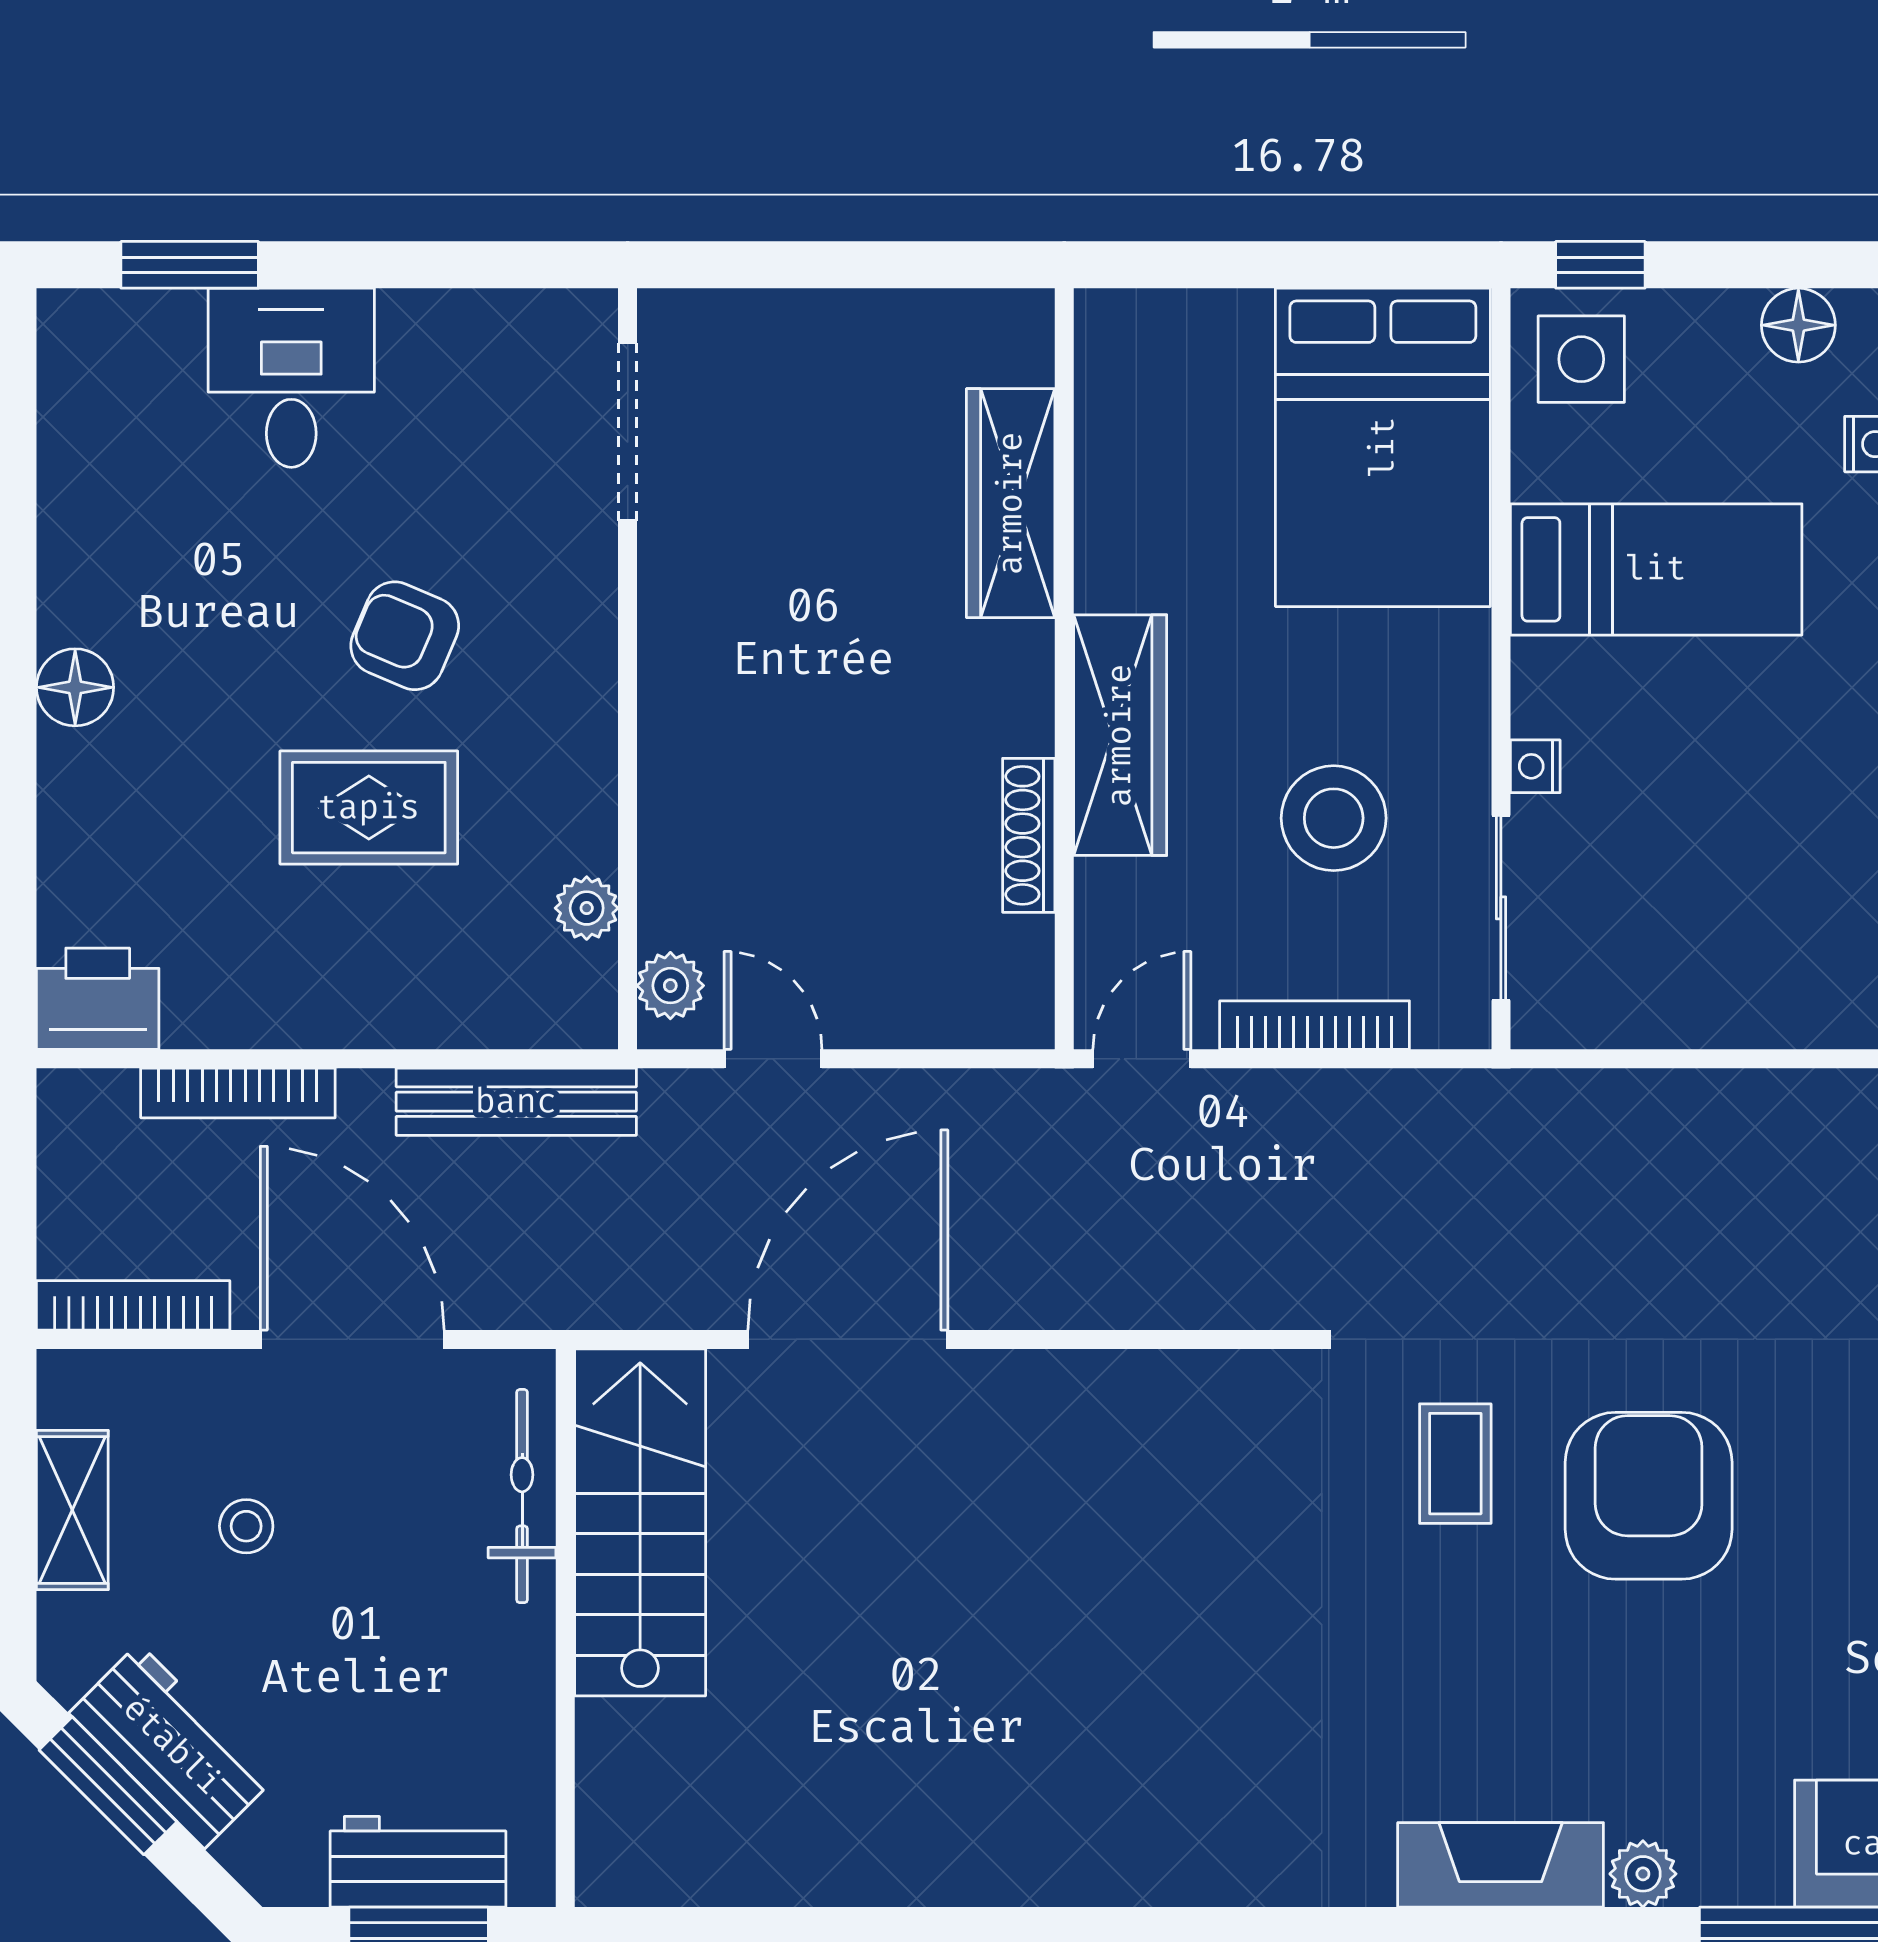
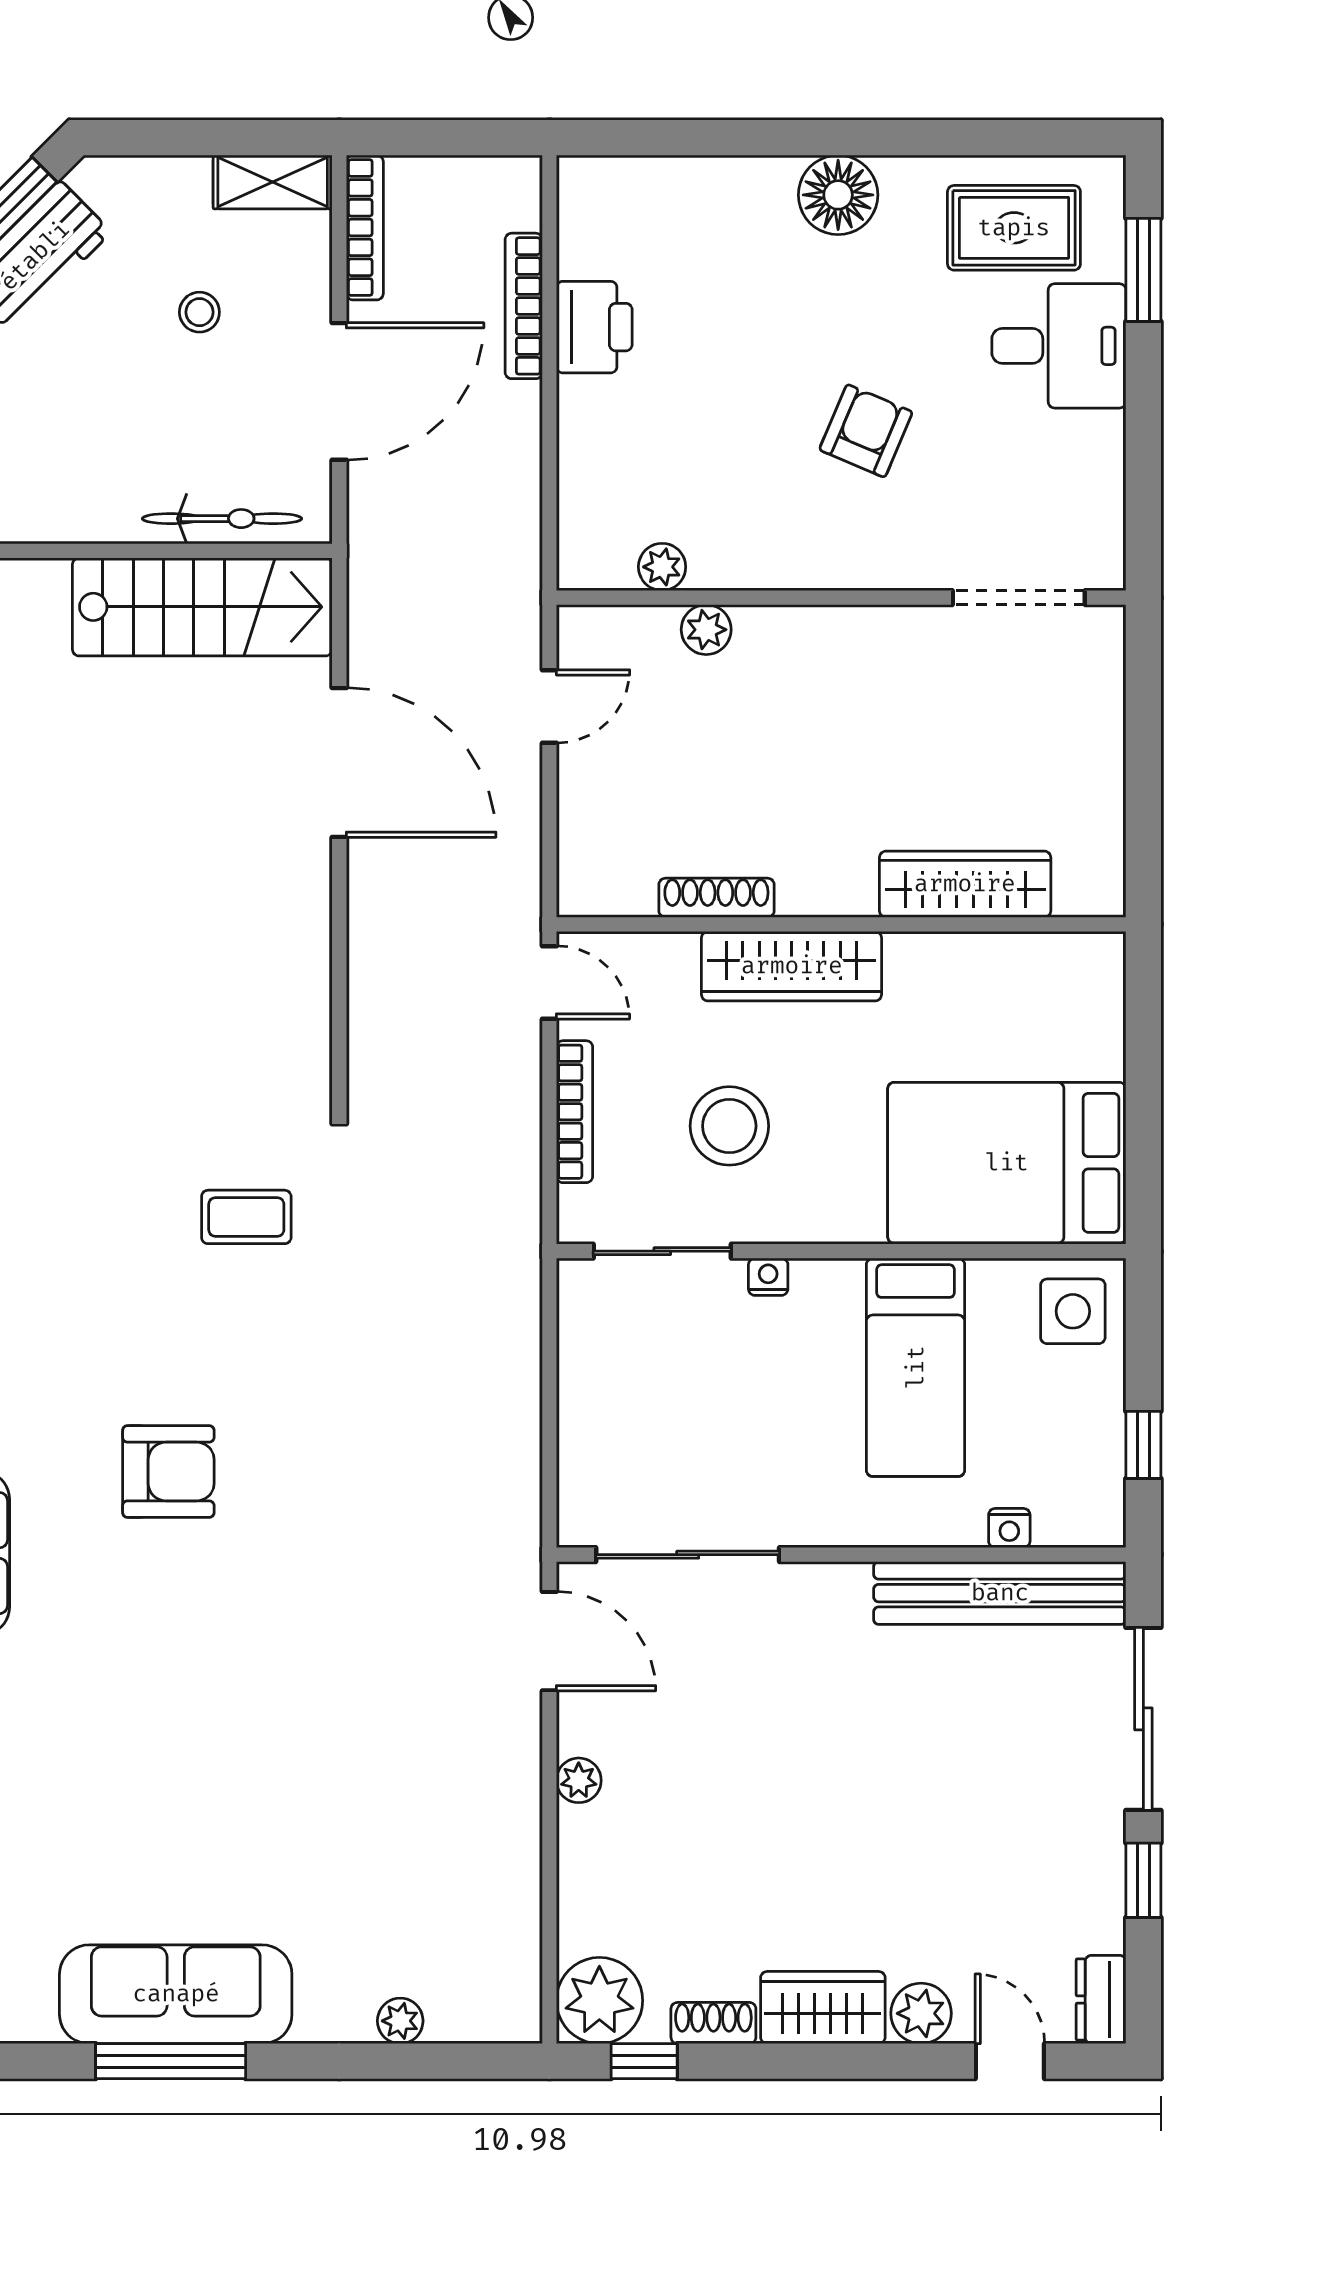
window: (1600, 265) -> (1143, 1445), moved
floor lamp: (1798, 325) -> (1098, 1474), removed
floor lamp: (75, 687) -> (838, 195), width x1.38, depth x1.38
rug: (369, 808) -> (1014, 228), moved, turned 90
plant: (670, 986) -> (706, 630), moved
printer: (98, 999) -> (594, 327), moved
bench: (516, 1102) -> (517, 514), removed
armchair: (1649, 1496) -> (168, 1471), moved, width x0.73, depth x0.73
shelving: (72, 1510) -> (273, 182), moved

